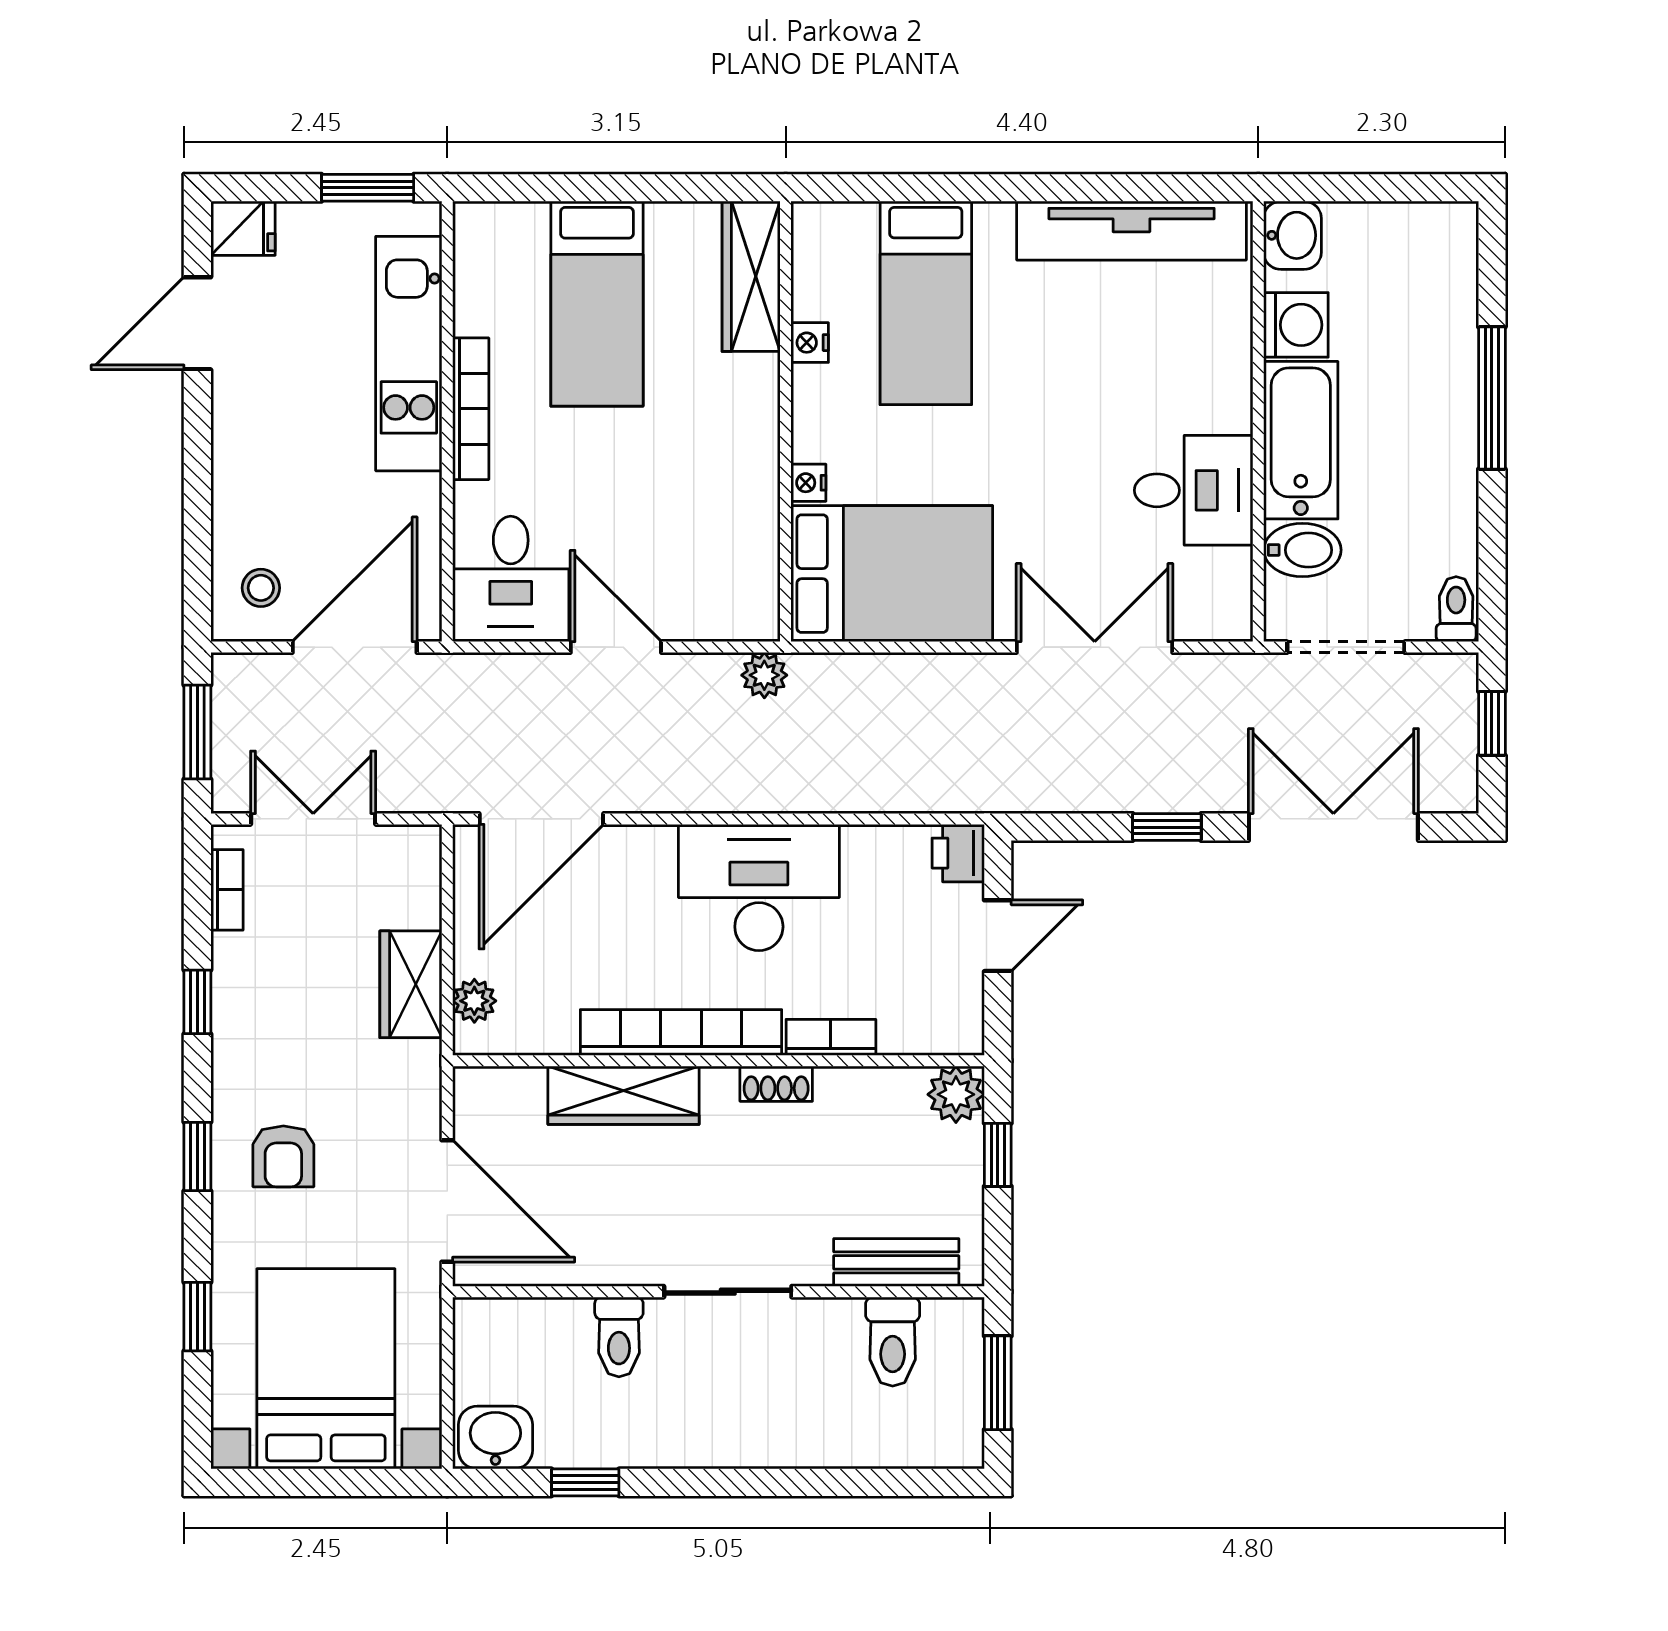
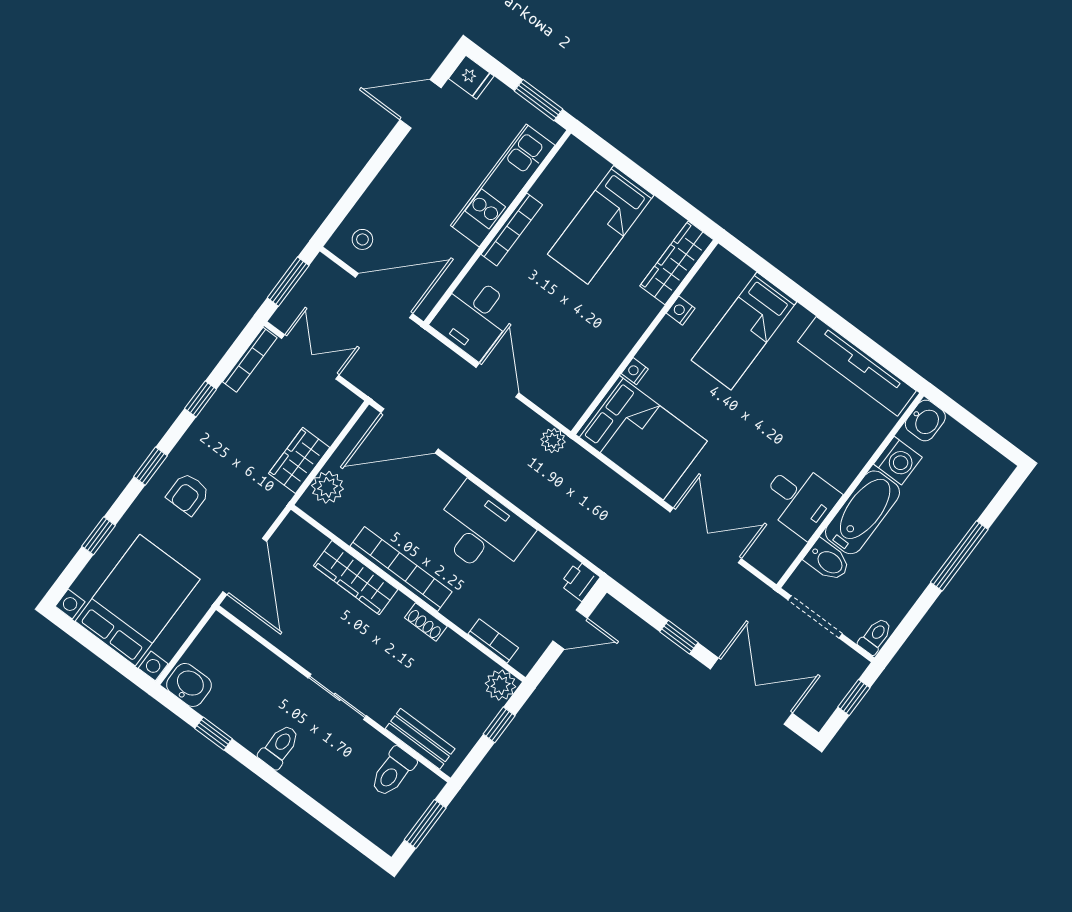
bookcase: (227, 890) -> (250, 360), width x1.56
plant: (474, 1001) -> (328, 487), width x1.38, depth x1.38
bookcase: (831, 1037) -> (493, 641), moved
toilet: (619, 1337) -> (279, 747), moved, turned 180

